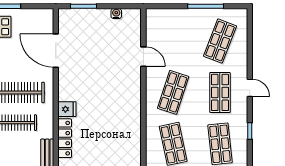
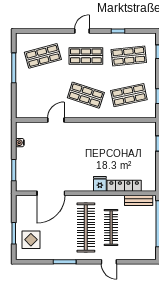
shop shelf: (220, 41) -> (43, 56), turned -36

